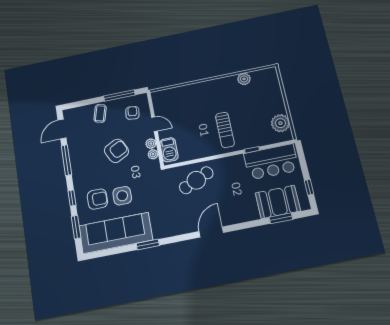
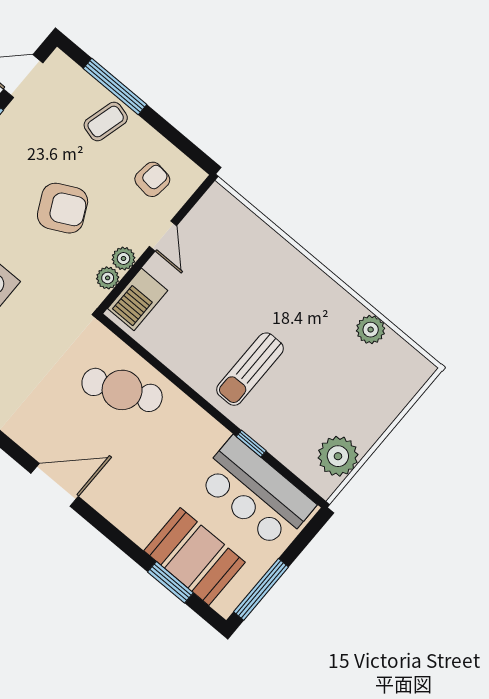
window: (119, 95) -> (115, 87), moved
window: (309, 187) -> (261, 589), width x2.17

